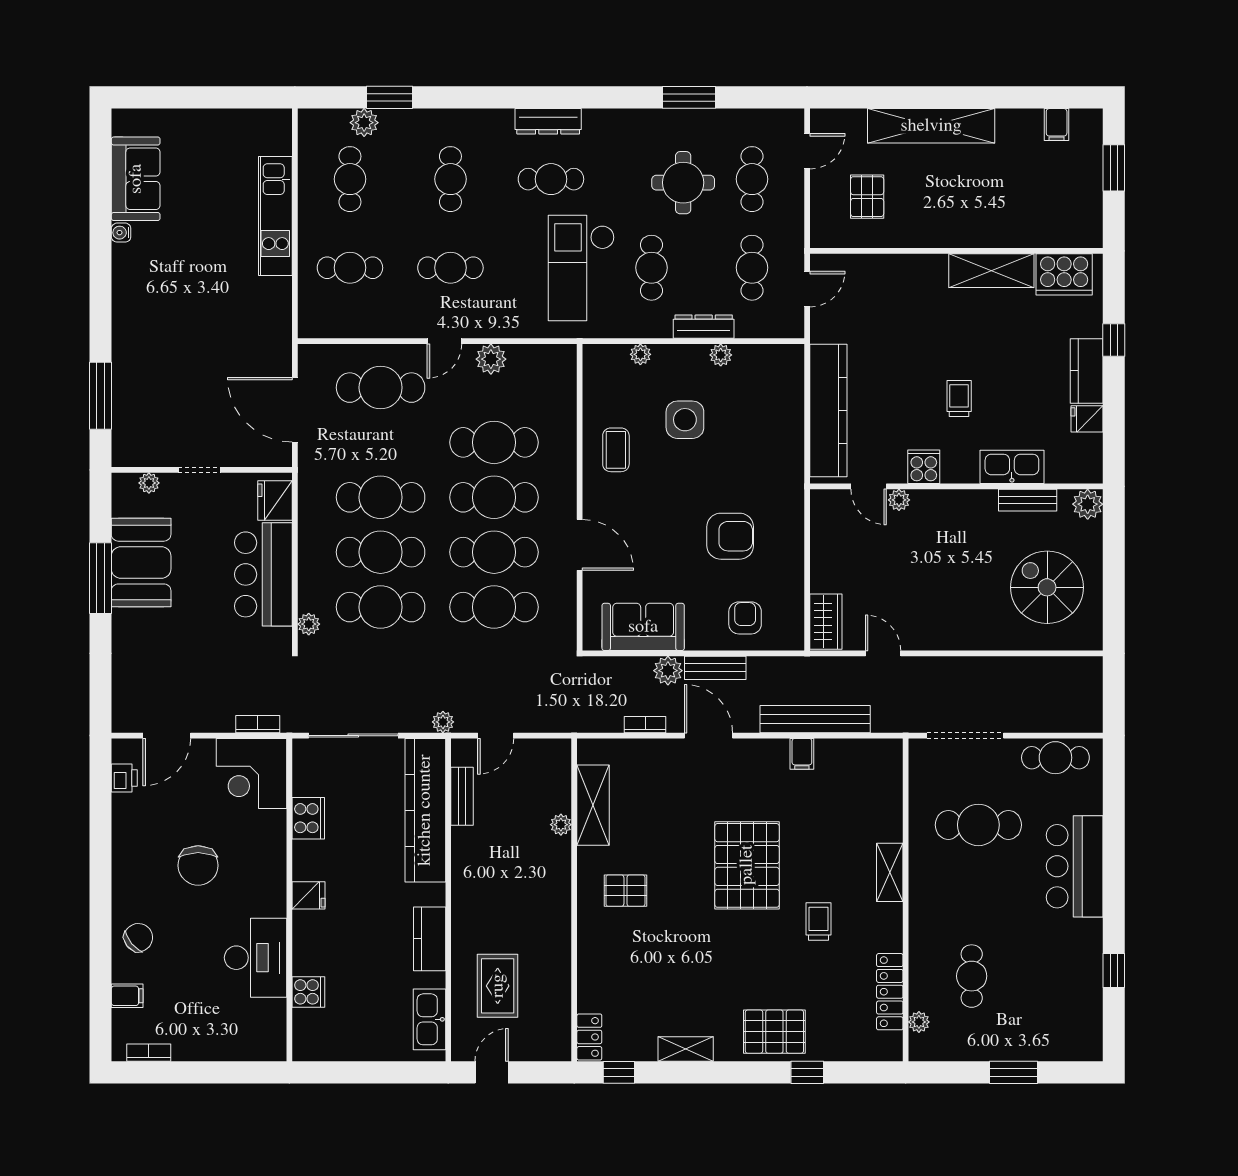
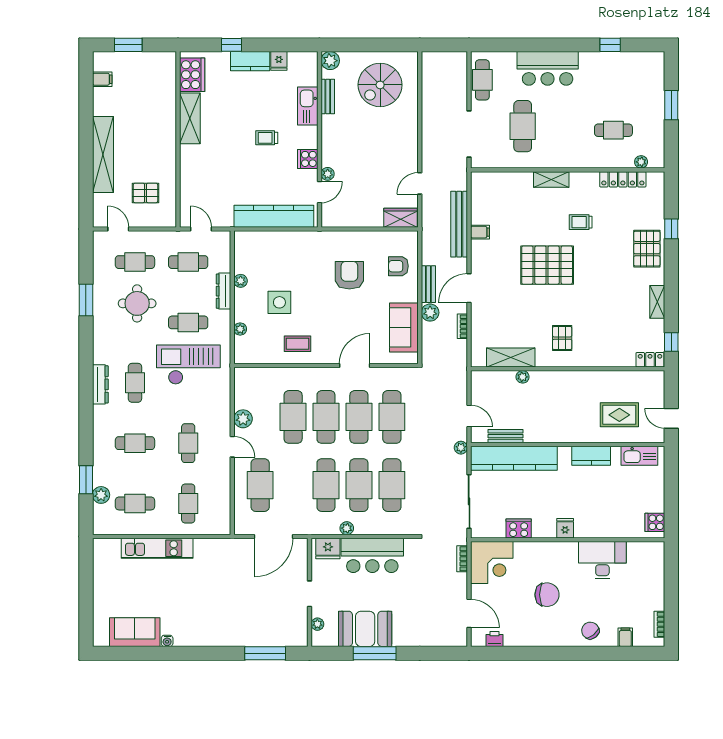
checkout: (581, 268) -> (188, 365), turned 180
plant: (309, 624) -> (347, 528), moved
cooker: (308, 992) -> (655, 522), moved, turned -90

